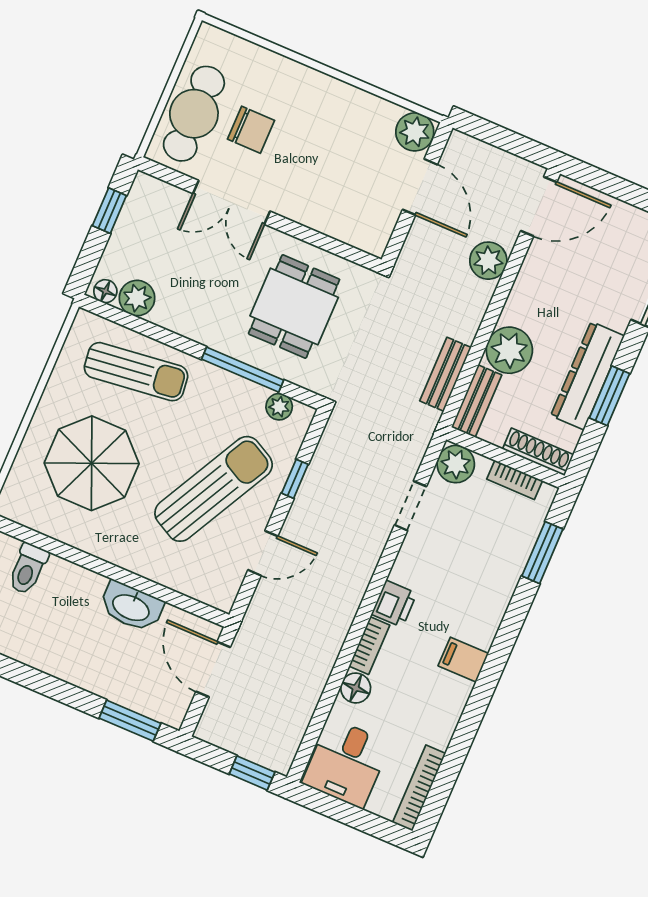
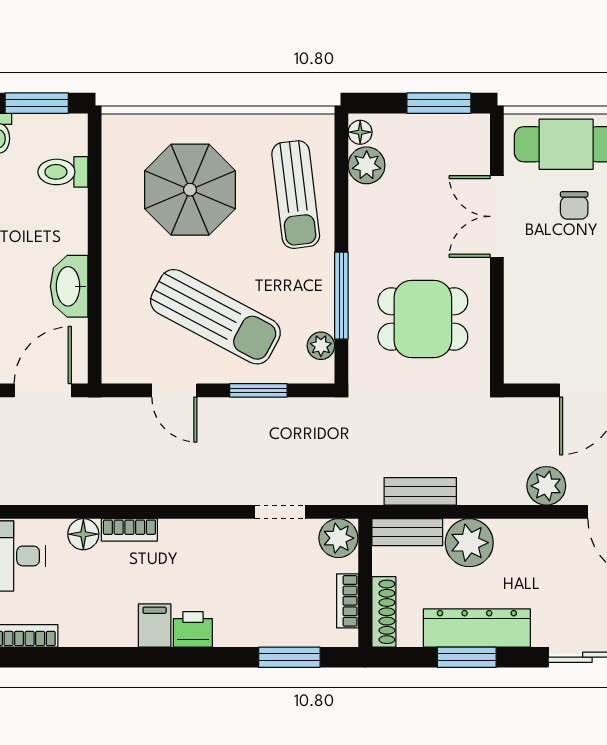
chair: (251, 130) -> (574, 205), width x0.73, depth x0.73
window: (109, 211) -> (439, 103), width x1.50
window: (295, 479) -> (258, 390), width x1.50
printer: (394, 604) -> (193, 629), moved, turned 180

